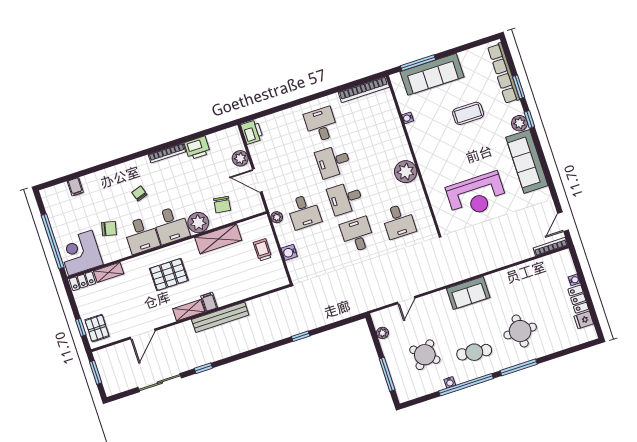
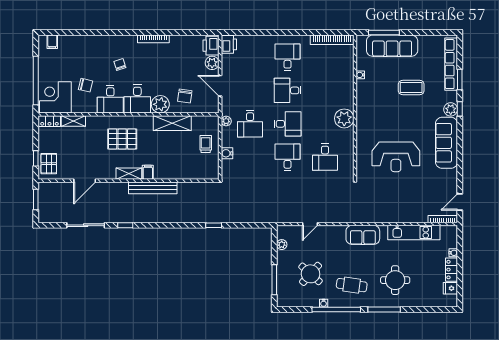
printer: (197, 148) -> (211, 46), moved, turned 90
filing cabinet: (75, 187) -> (52, 42), moved
desk: (345, 198) -> (288, 124), turned 180
kitchen unit: (523, 272) -> (414, 233), added

